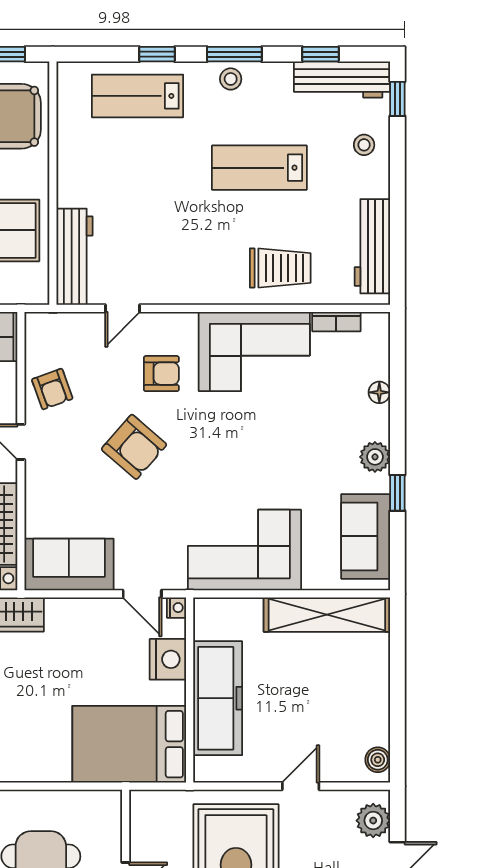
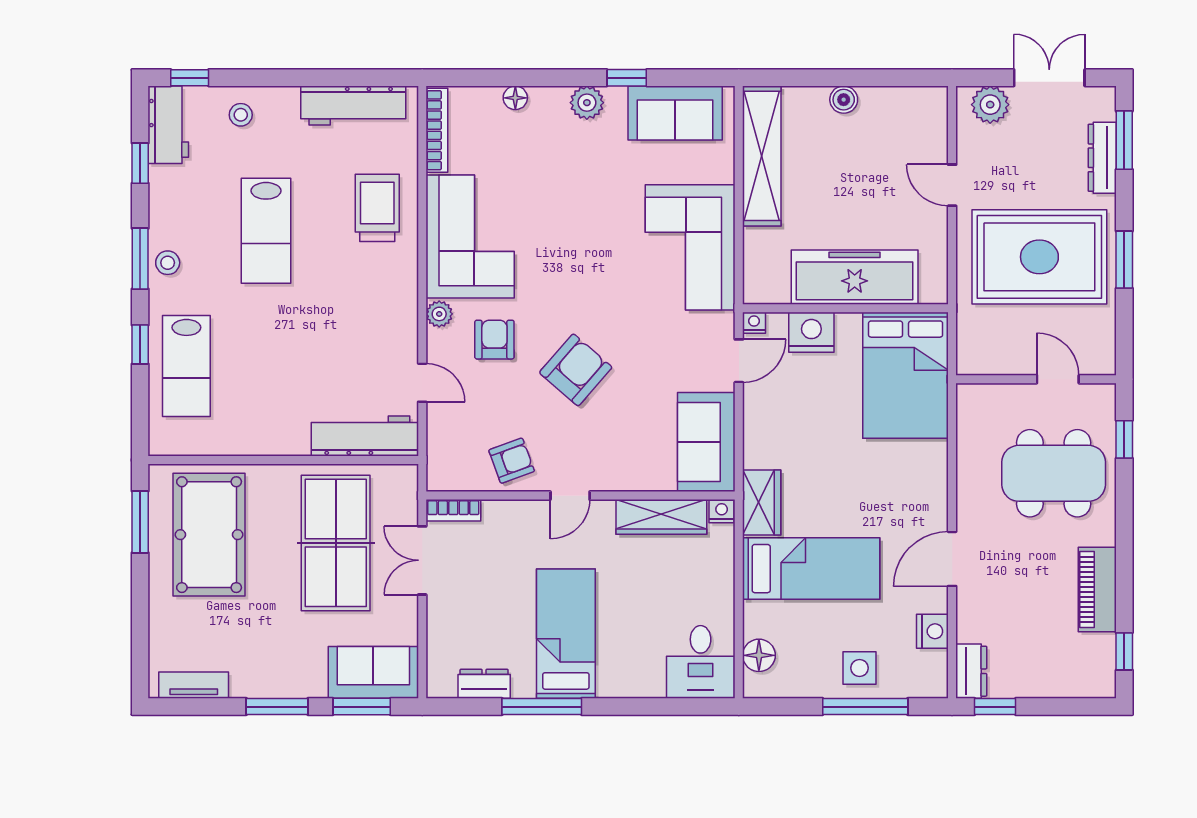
workbench: (342, 80) -> (168, 125), width x0.73
bookcase: (336, 322) -> (437, 130), width x1.56
plant: (184, 324) -> (439, 314), added
boiler: (378, 760) -> (844, 100), moved

